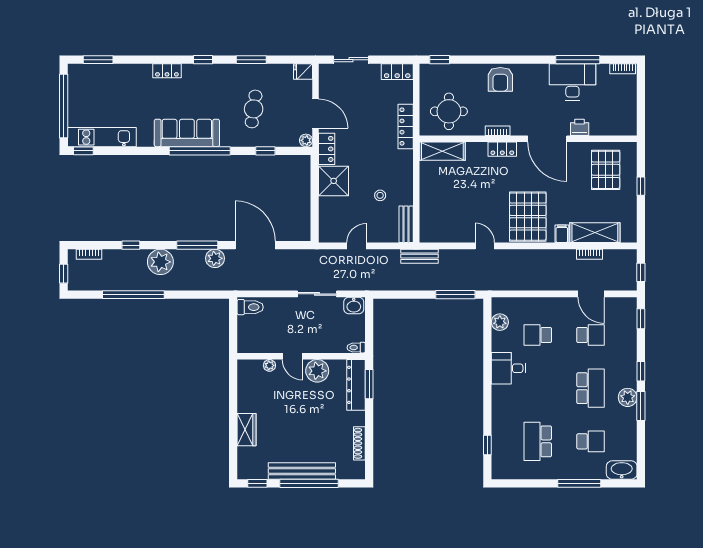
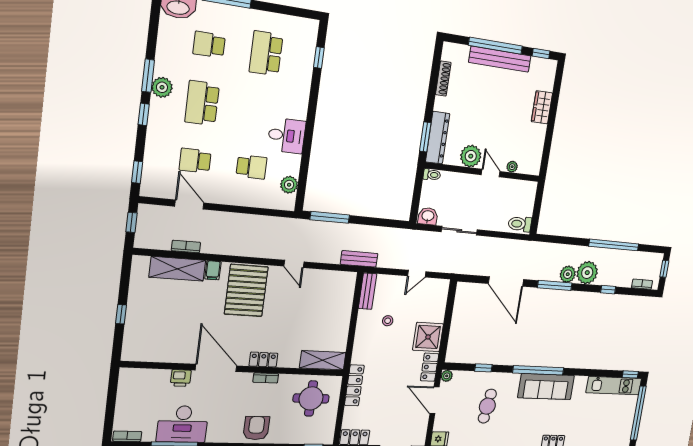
pallet: (606, 170) -> (158, 333), removed
plant: (215, 258) -> (568, 274), moved
school desk: (538, 441) -> (266, 53), turned 180

